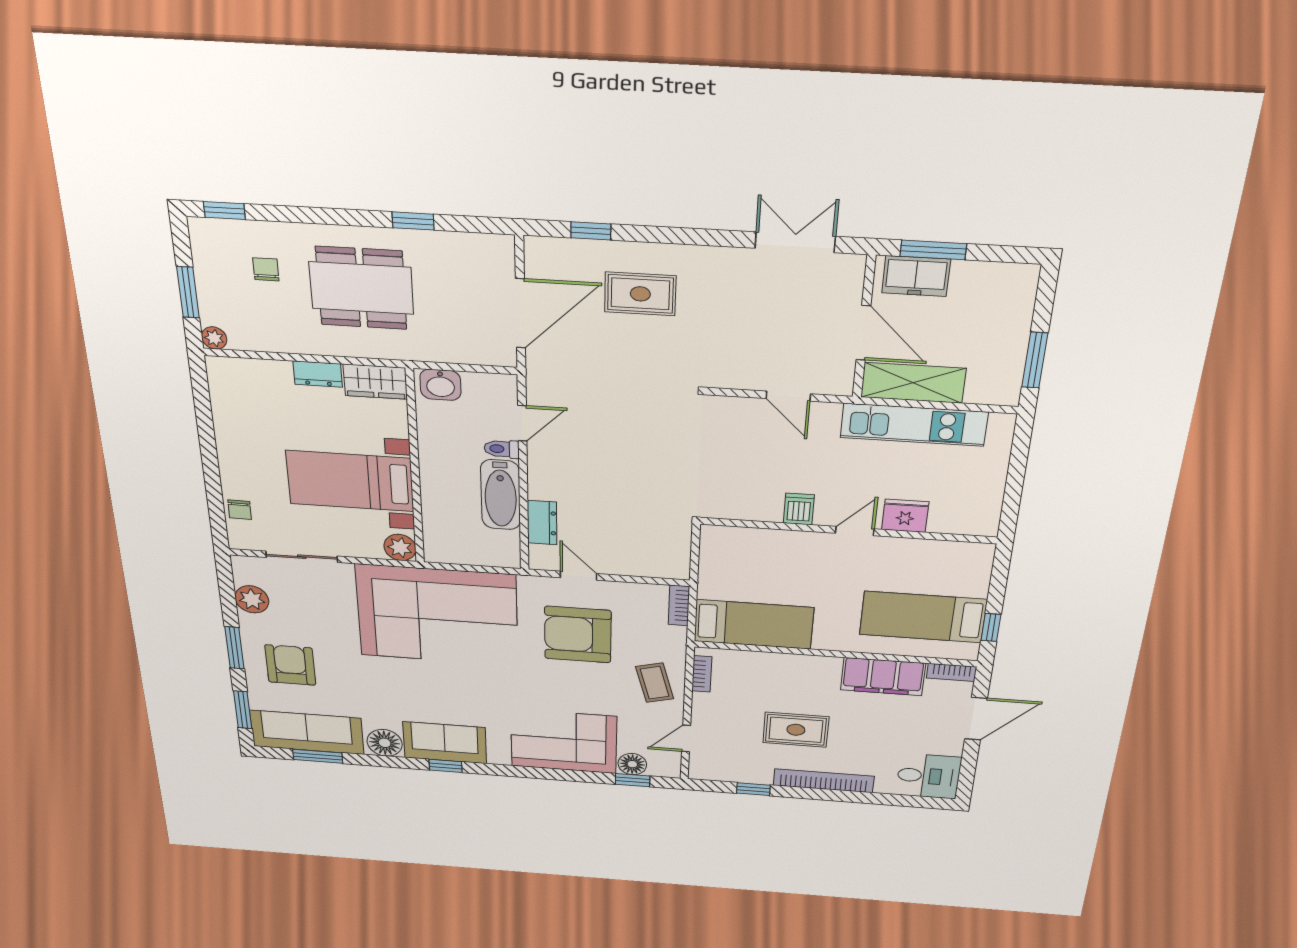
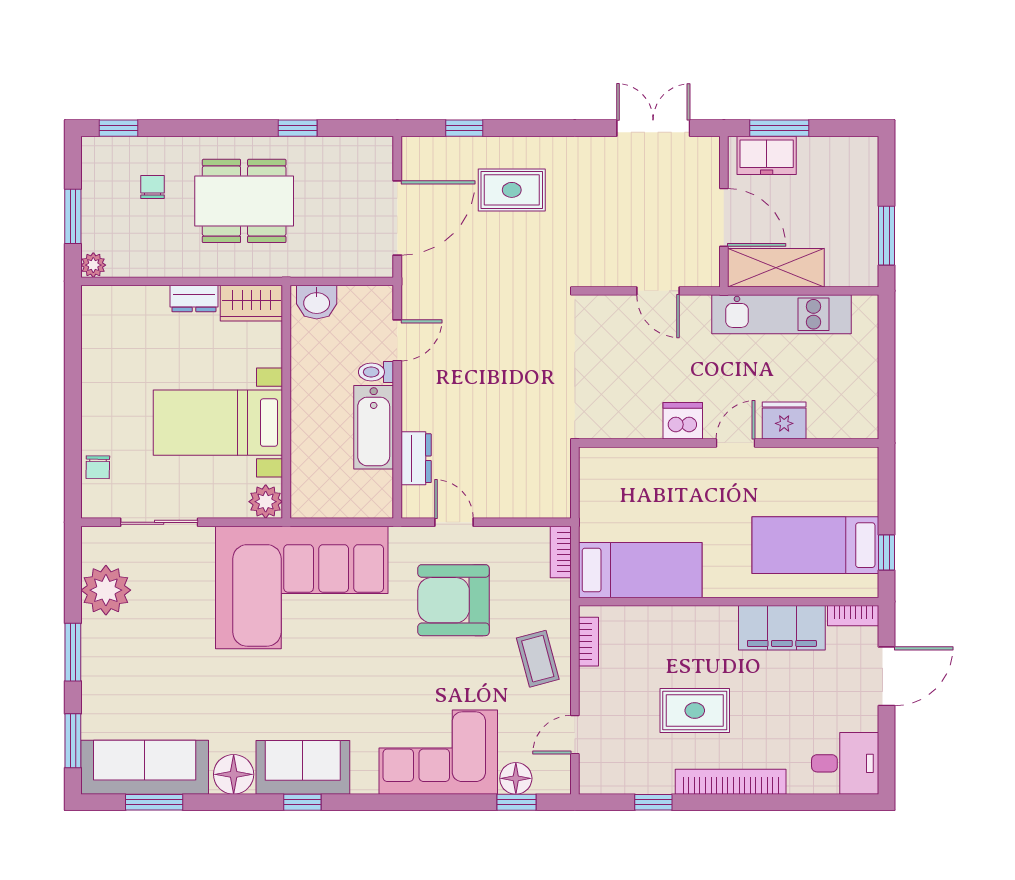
dishwasher: (799, 509) -> (683, 421), width x1.38
plant: (252, 599) -> (106, 590), width x1.36, depth x1.36
armchair: (290, 665) -> (134, 671), removed

